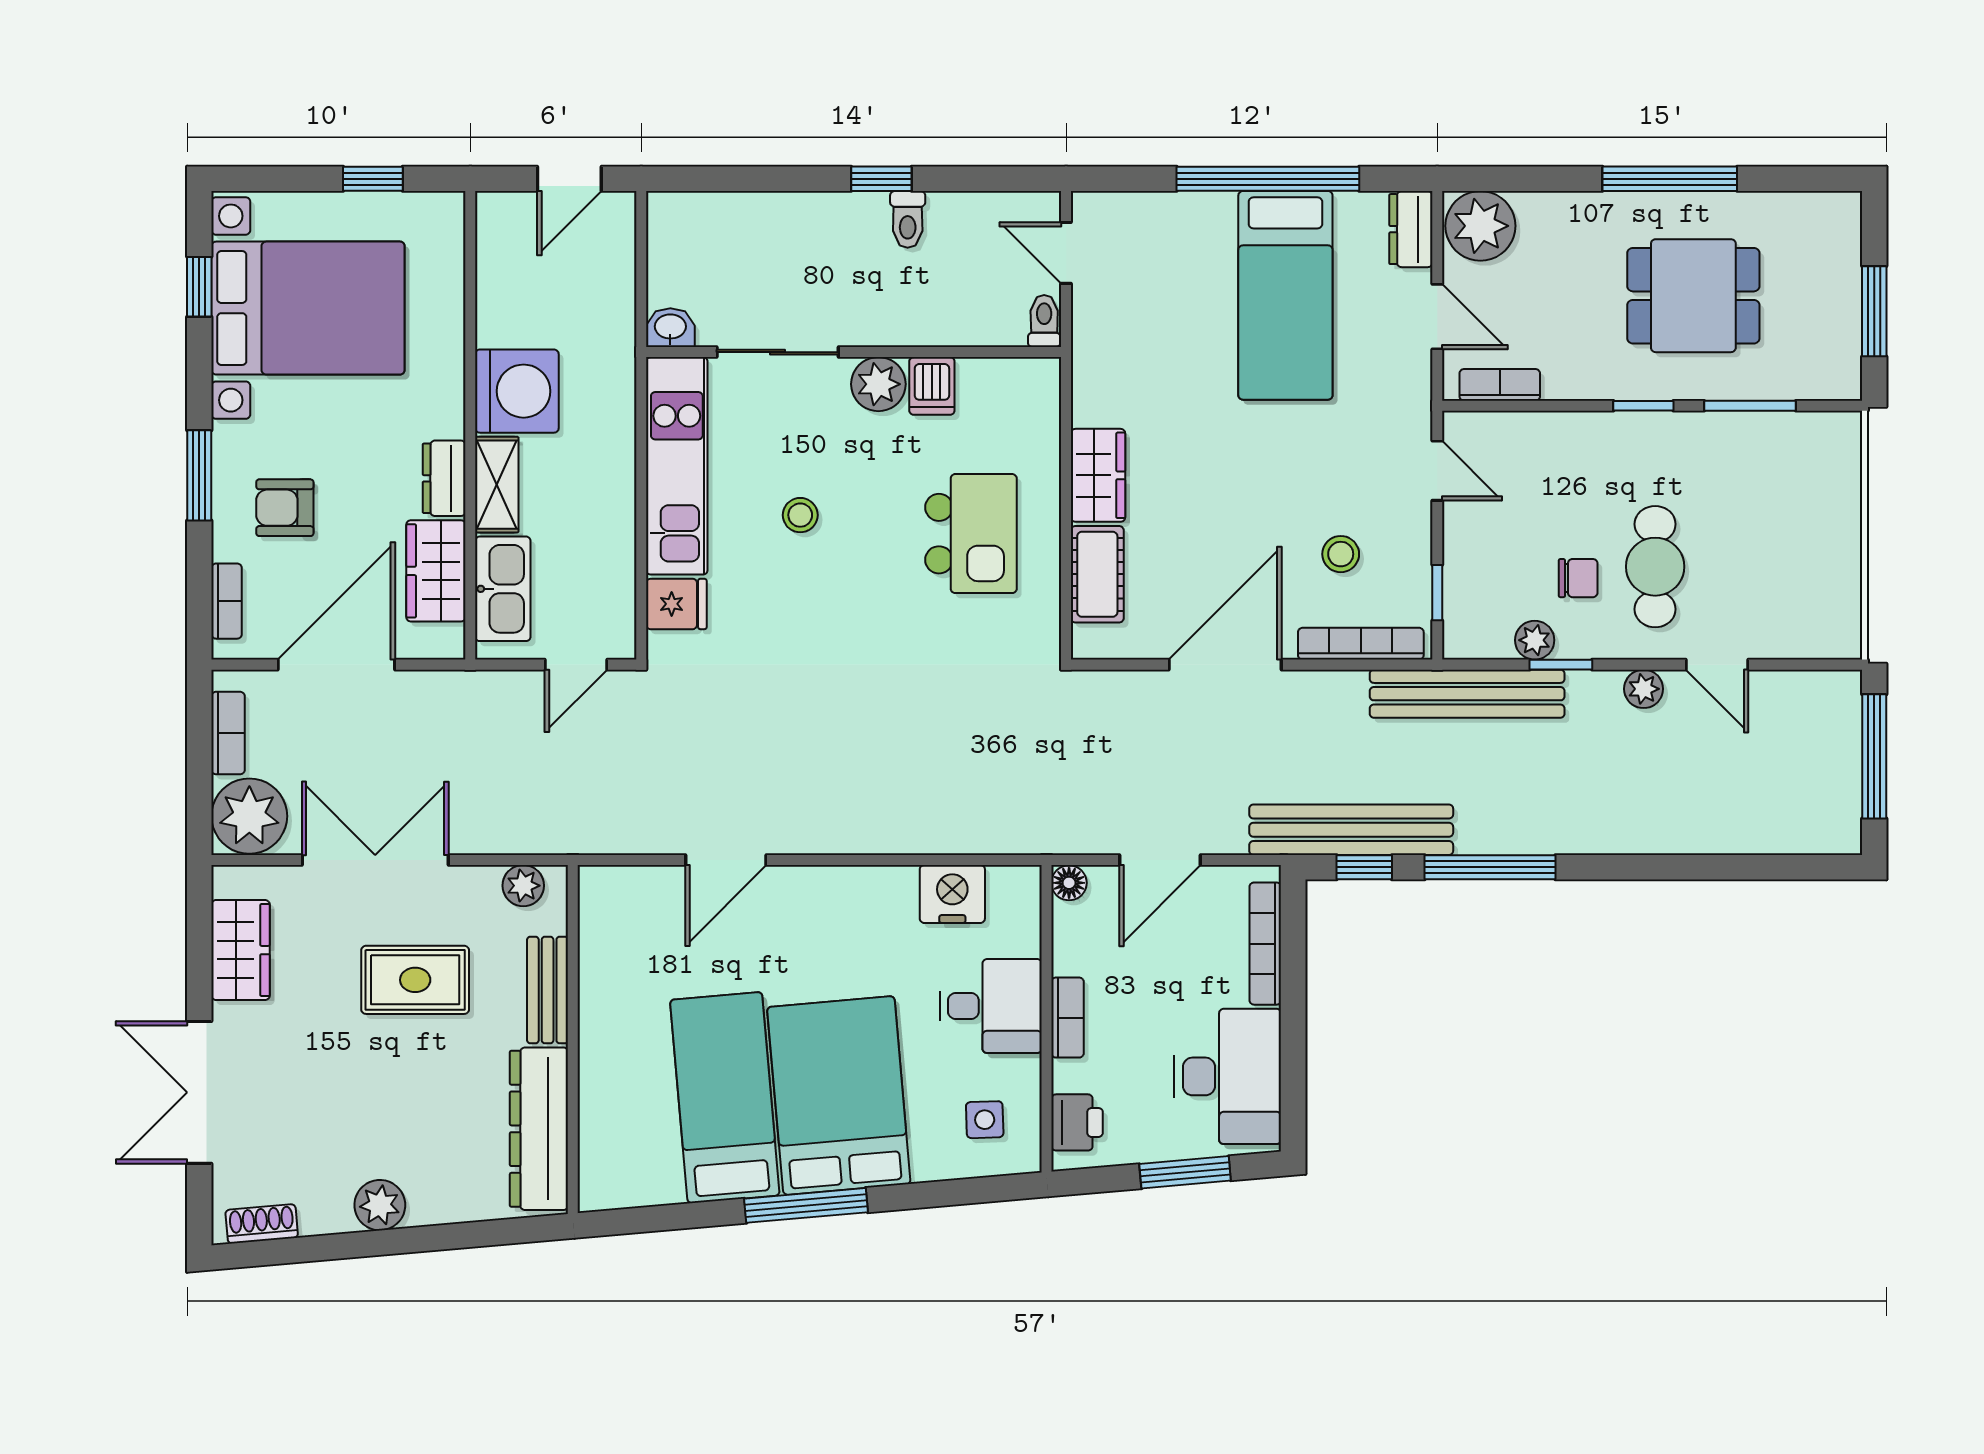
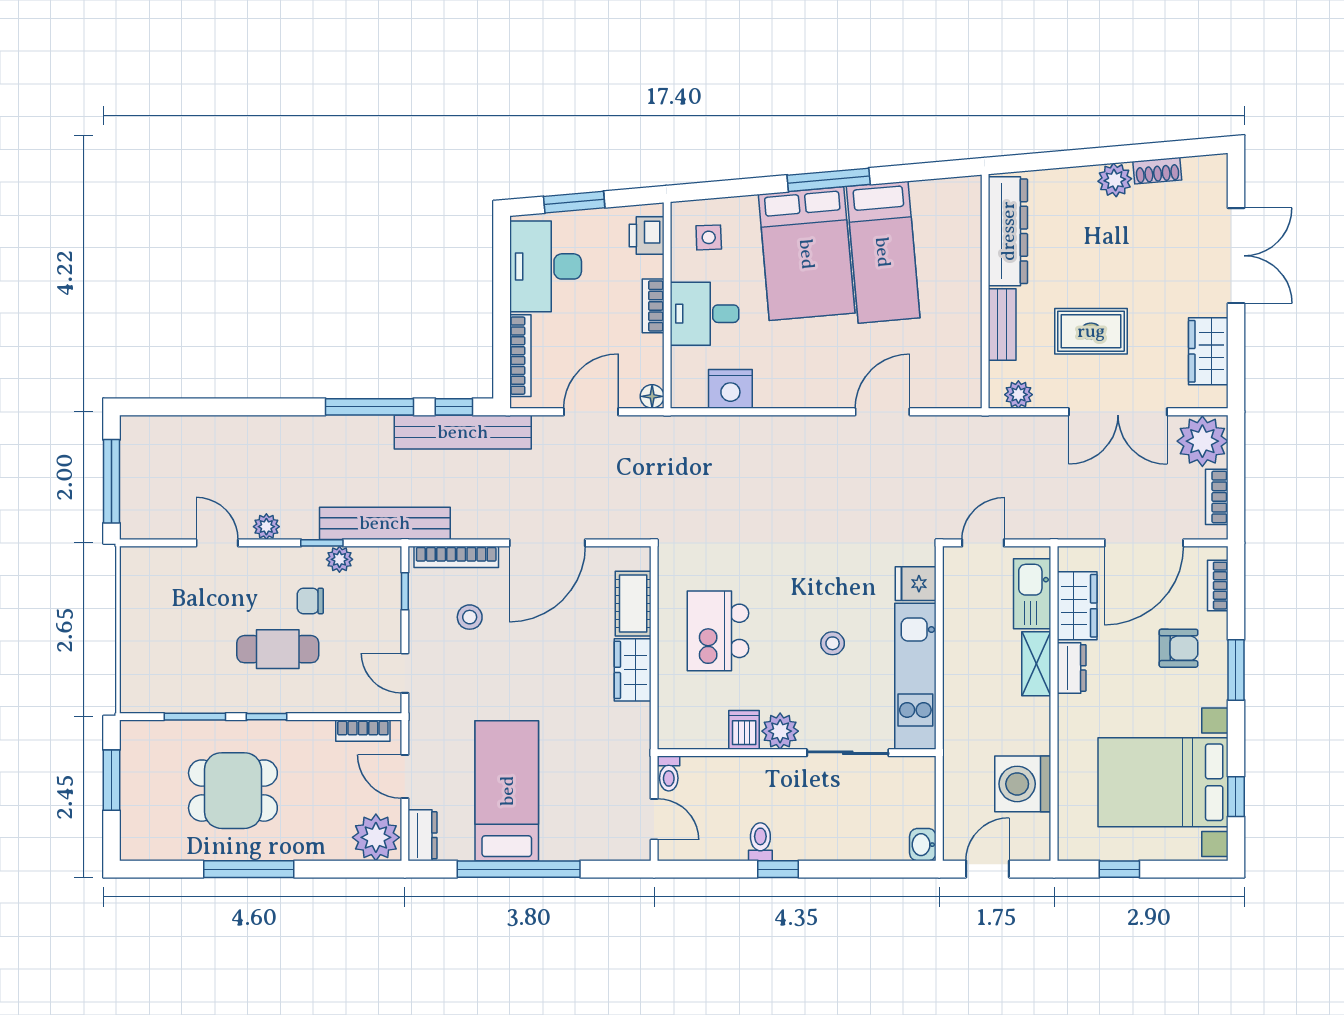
washbasin: (670, 328) -> (923, 845), moved, turned 90
washing machine: (517, 391) -> (1023, 784), moved
cafe table: (1655, 567) -> (278, 649), moved, turned 90
shoe rack: (262, 1224) -> (1157, 171), moved

